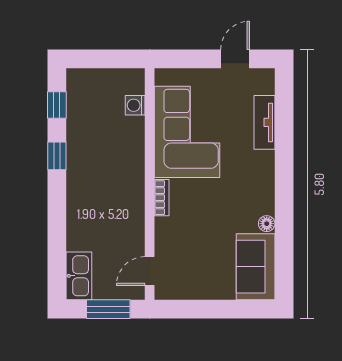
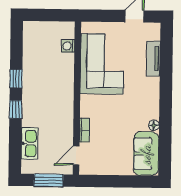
window: (57, 105) -> (16, 109), moved
bookcase: (162, 198) -> (84, 130), moved
kitchen sink: (79, 276) -> (30, 143), moved

